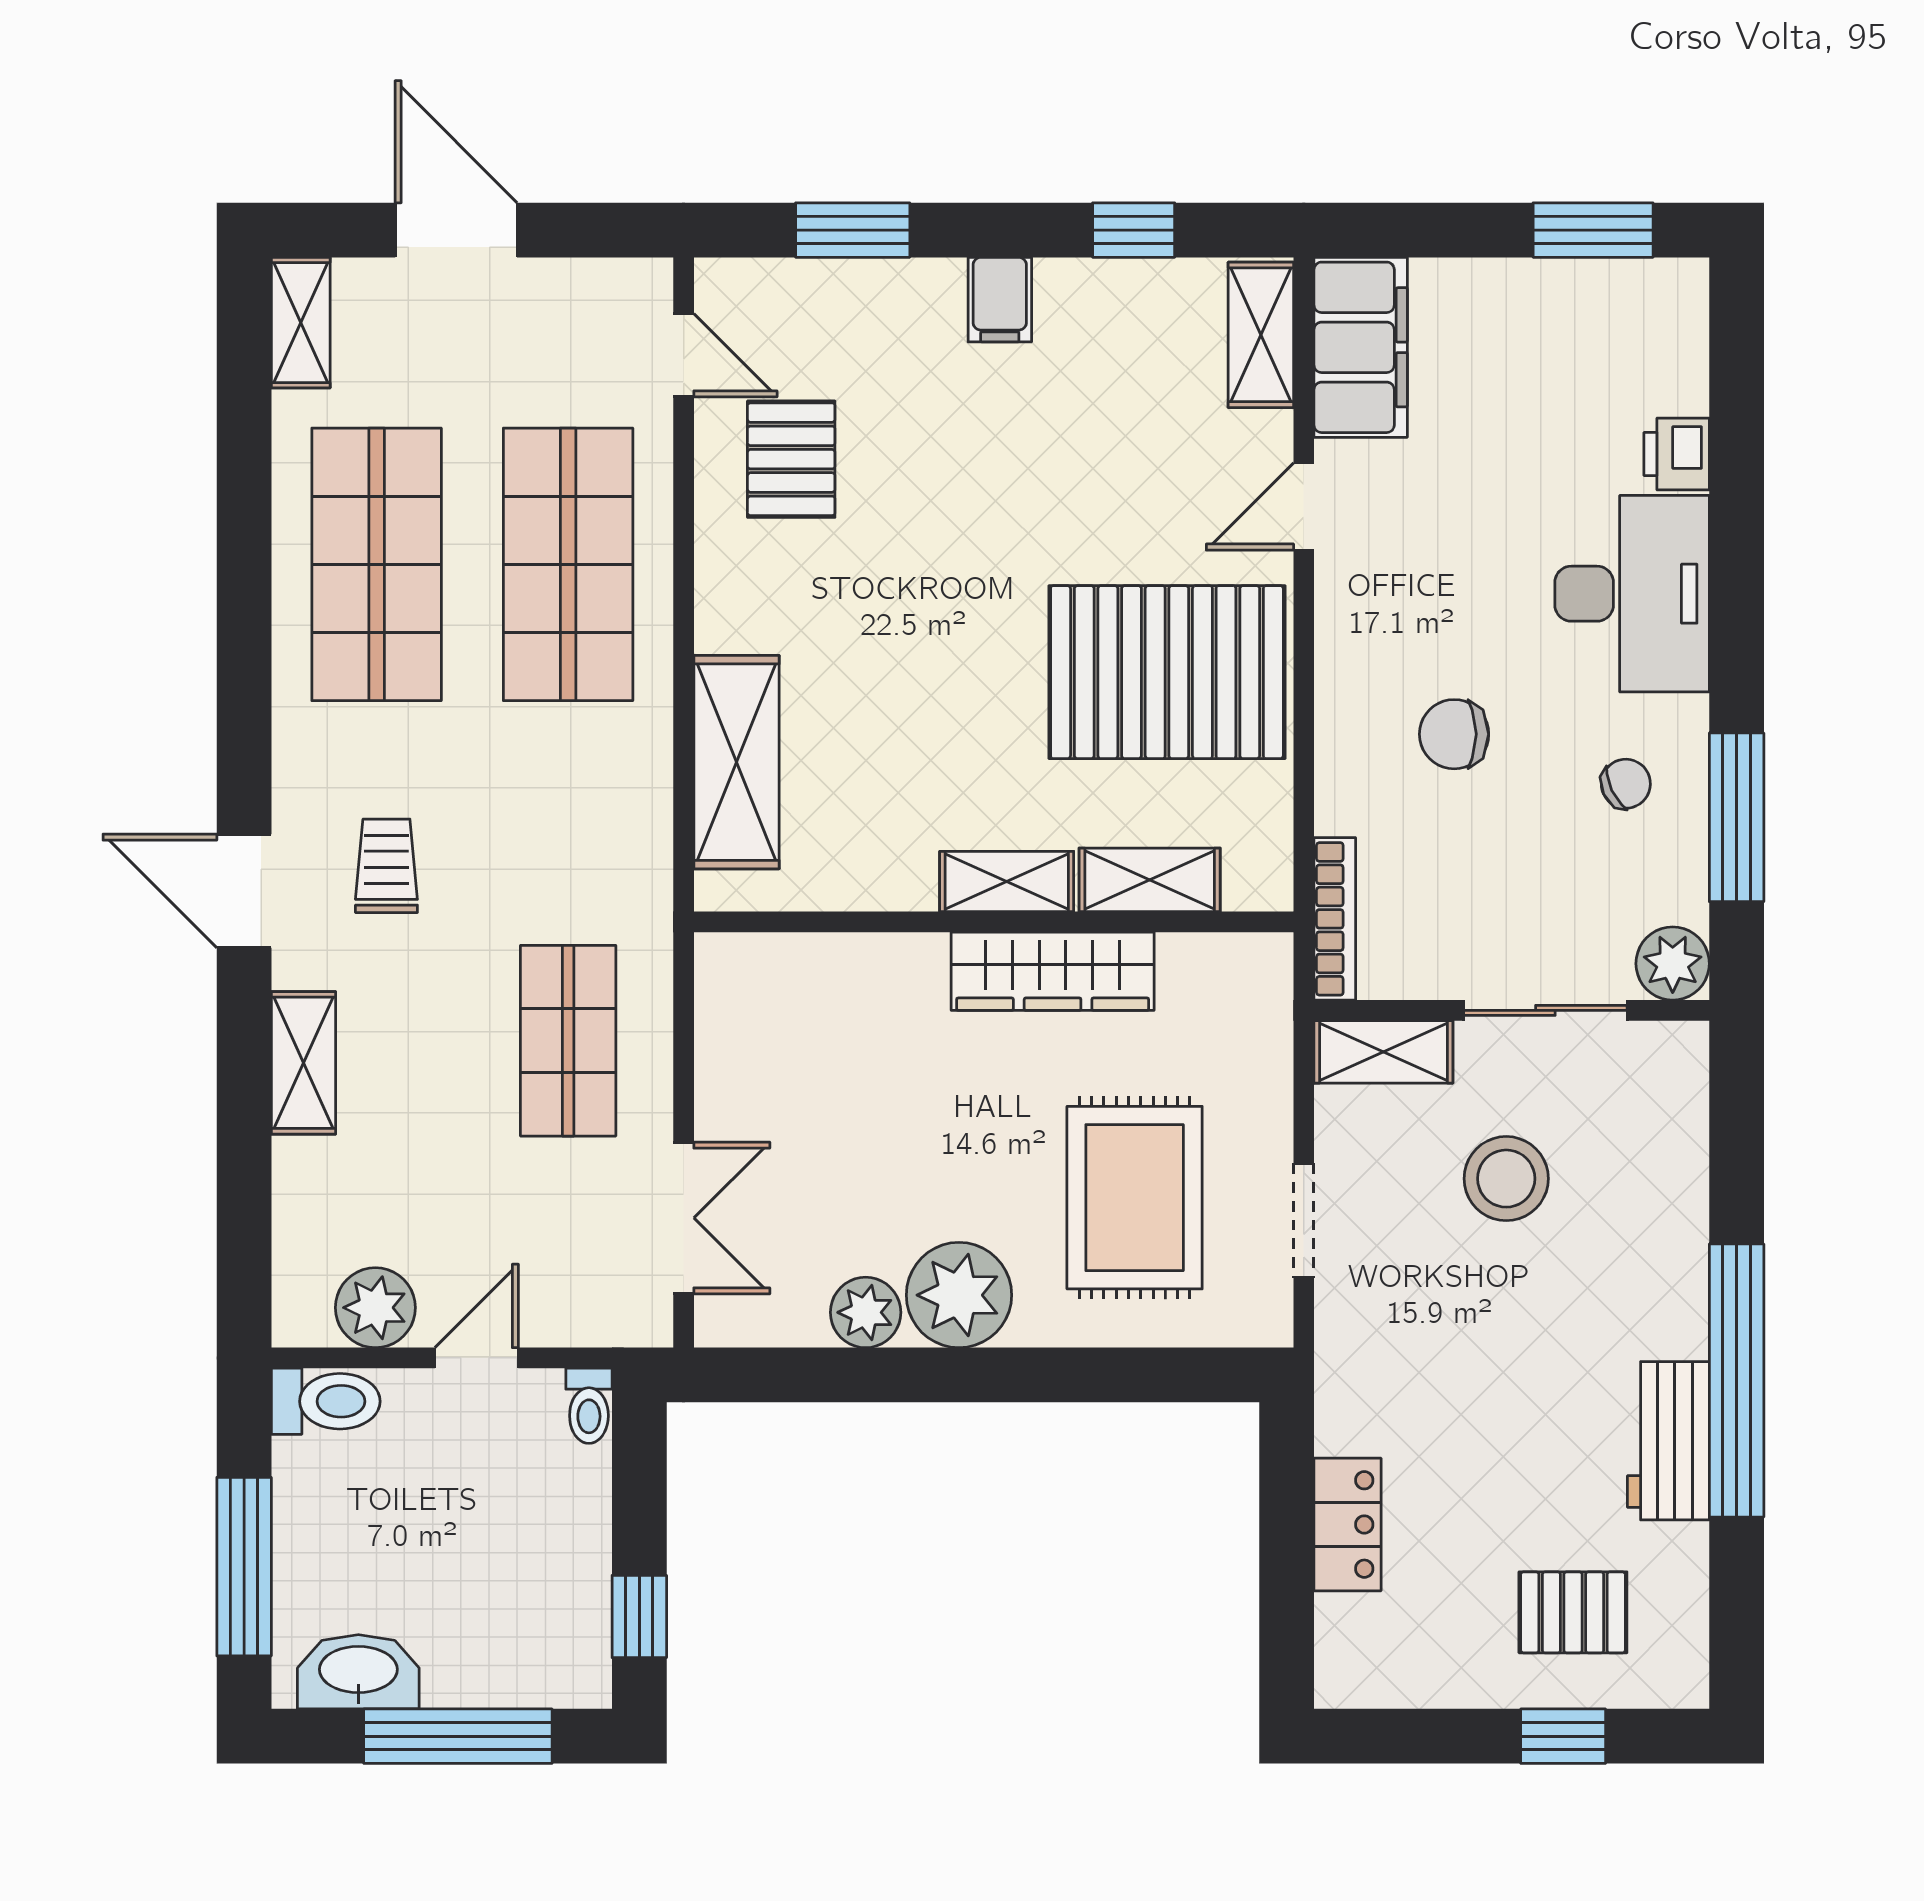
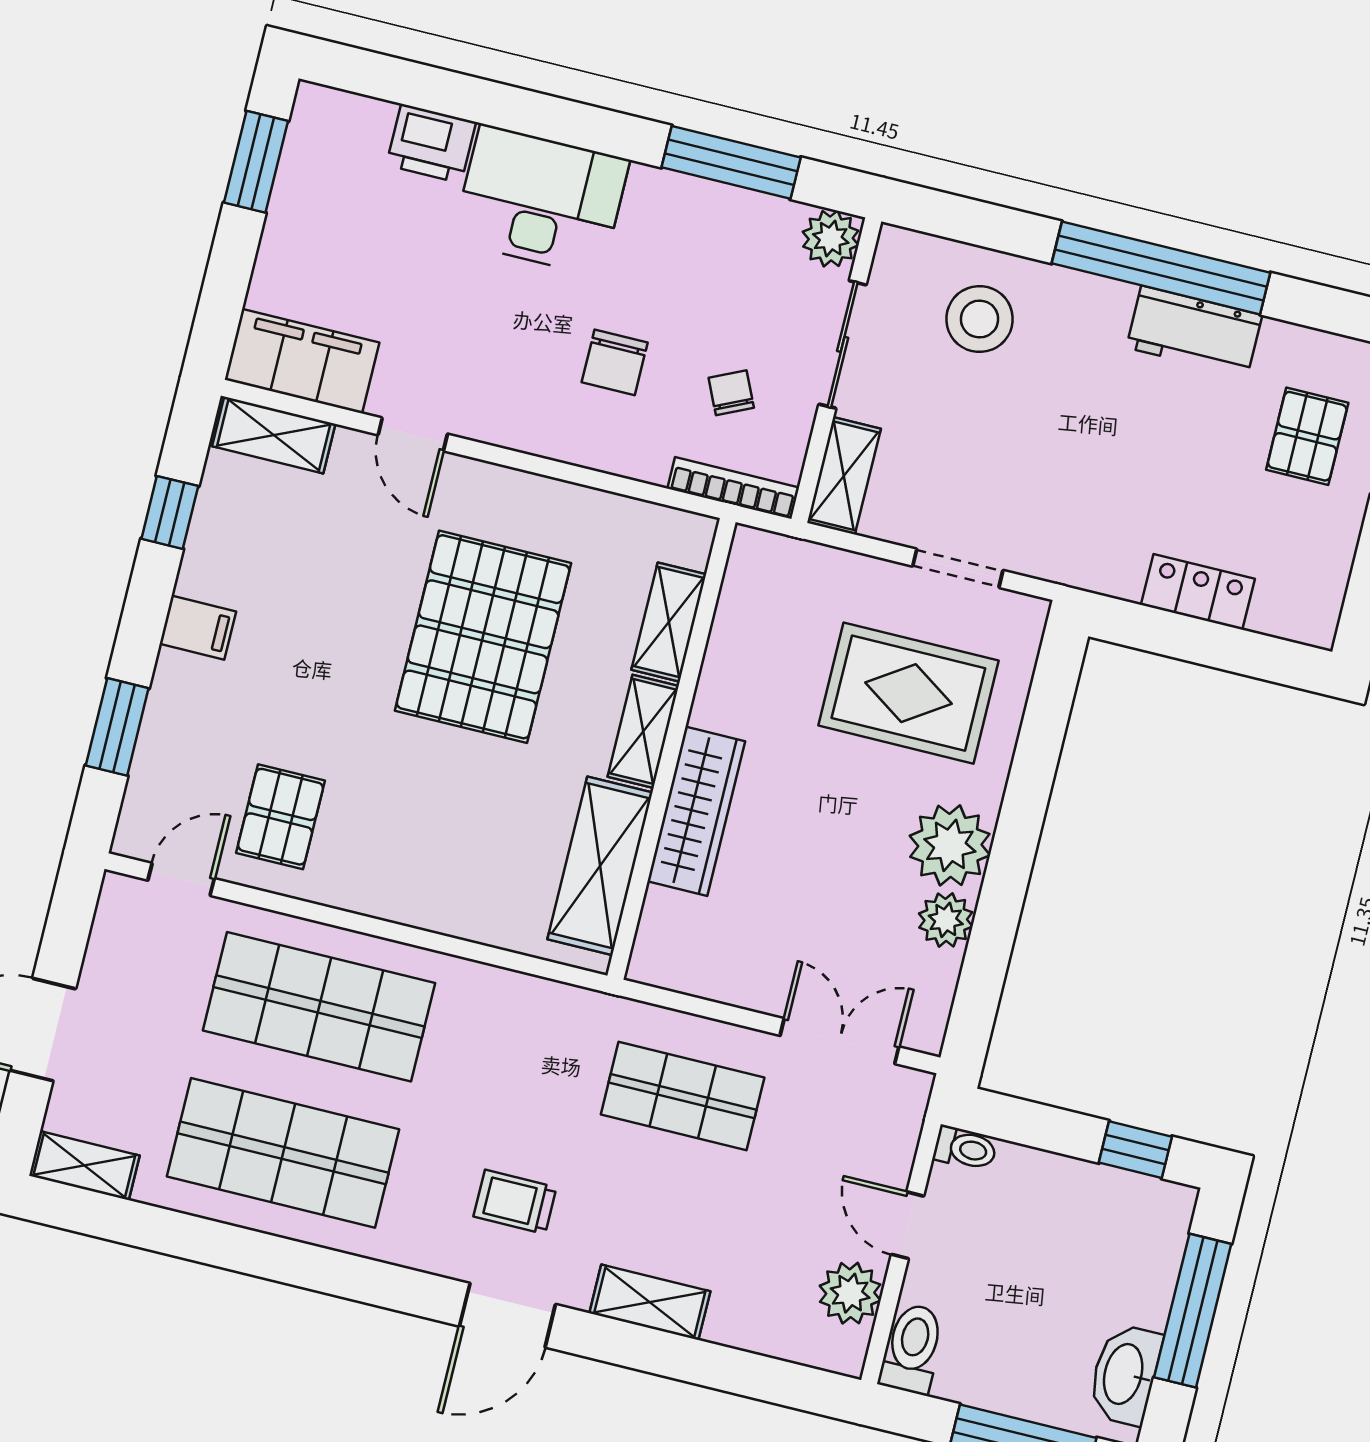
printer: (1677, 454) -> (431, 144), width x1.36, depth x1.24
pallet: (791, 459) -> (281, 817), turned 90
pallet: (1167, 672) -> (483, 637), moved
shelving: (737, 762) -> (600, 866), moved, turned 90
chair: (1626, 784) -> (731, 393), moved
wardrobe: (1053, 971) -> (696, 811), moved
stool: (1506, 1179) -> (980, 319), moved

